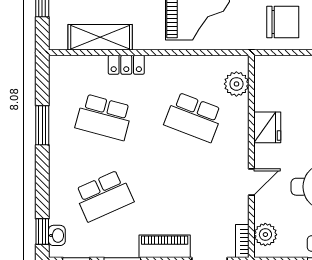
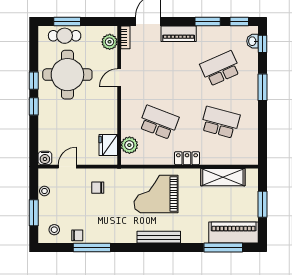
chair: (283, 22) -> (98, 188), width x0.54, depth x0.54
locker: (126, 65) -> (187, 158), moved
window: (42, 125) -> (263, 87), moved
fridge: (267, 127) -> (108, 145), moved

